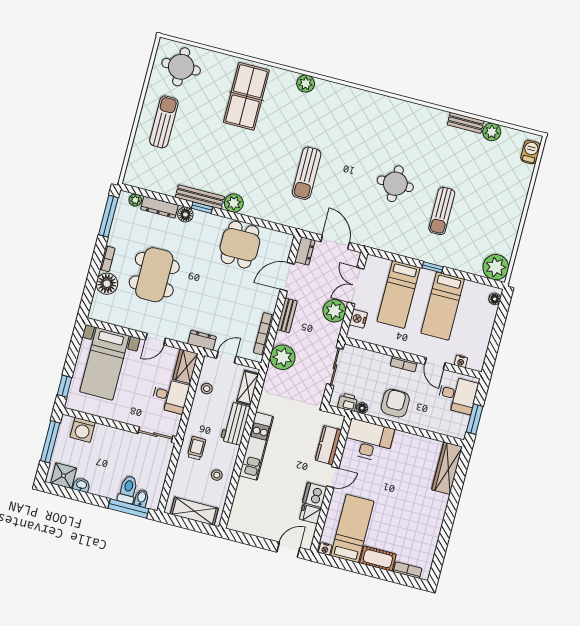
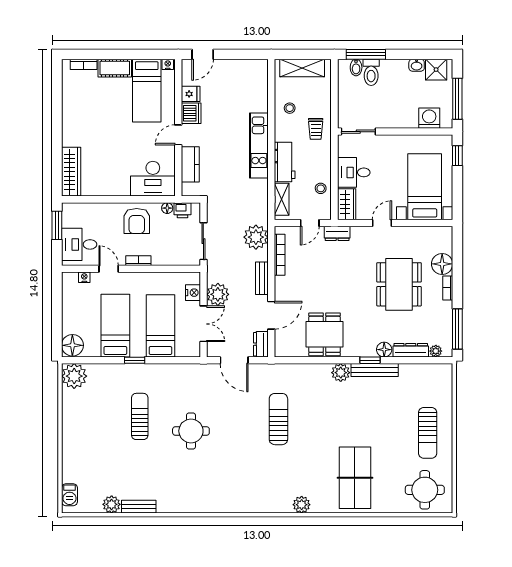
floor lamp: (495, 299) -> (72, 345), width x1.89, depth x1.89

